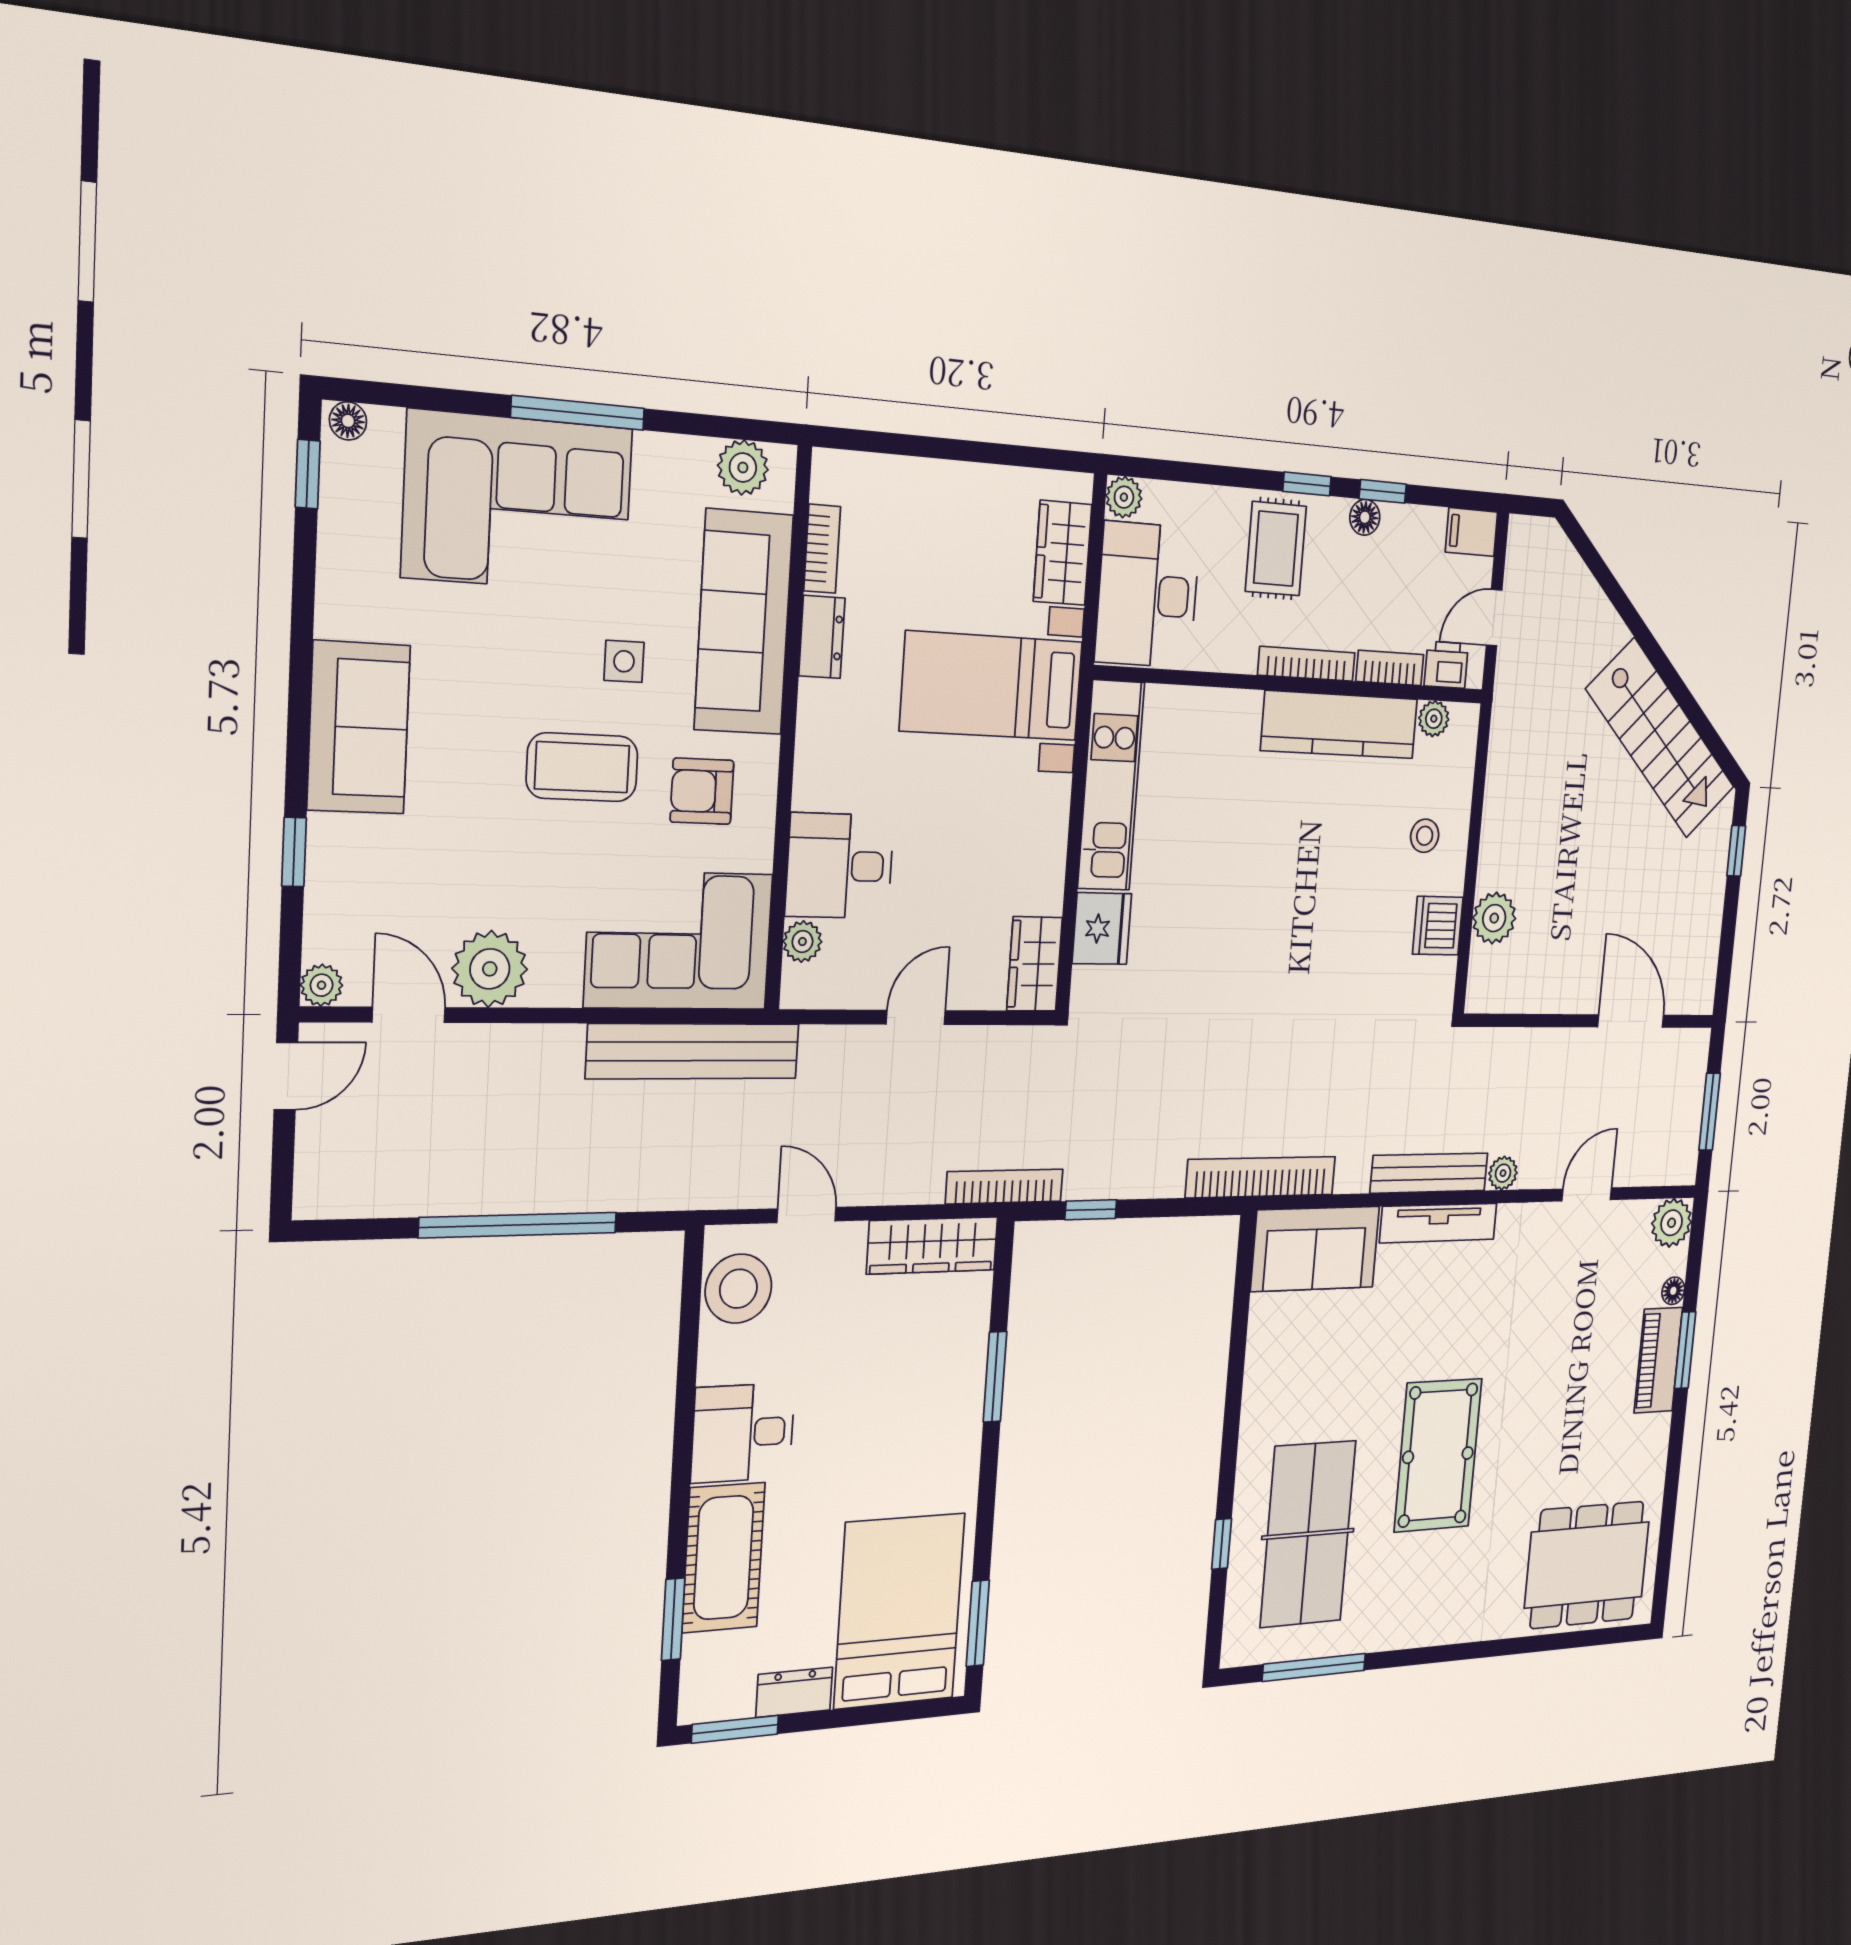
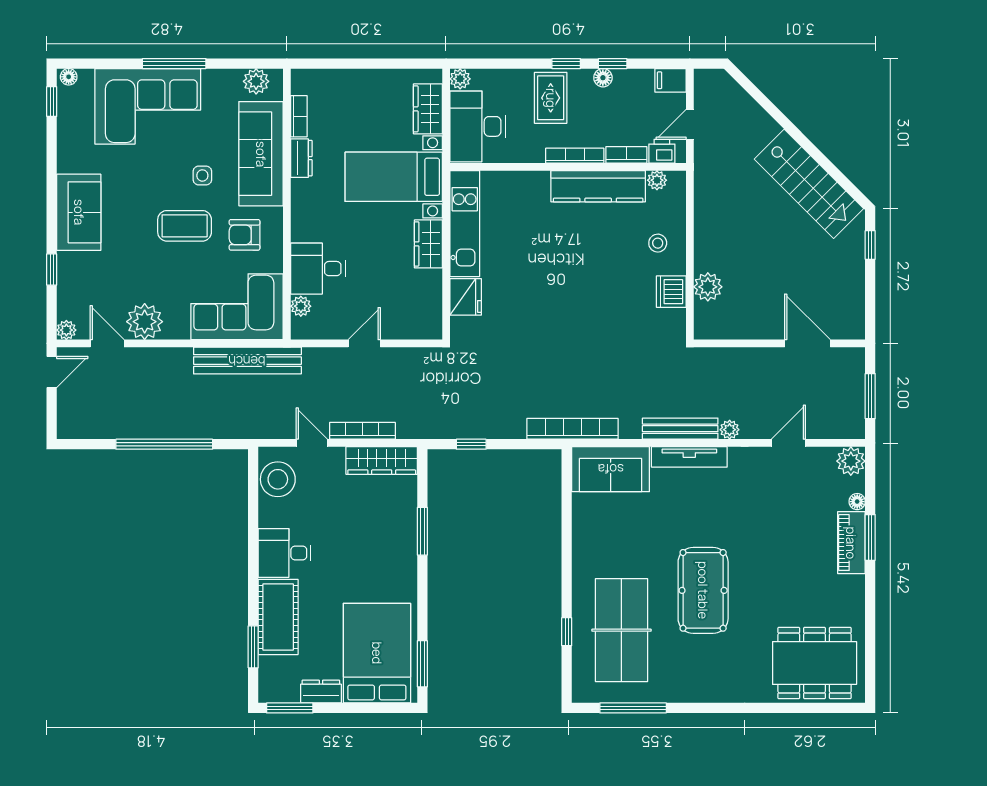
wardrobe: (1034, 964) -> (428, 244), moved
bookcase: (1004, 1186) -> (362, 431), moved

